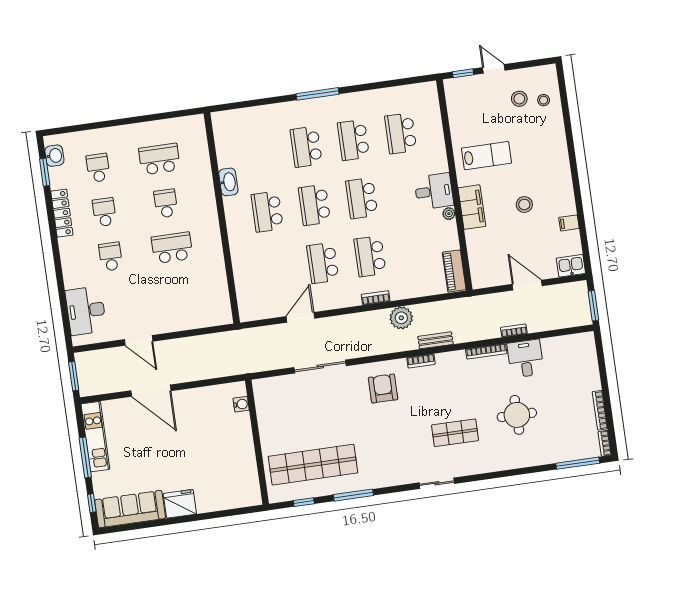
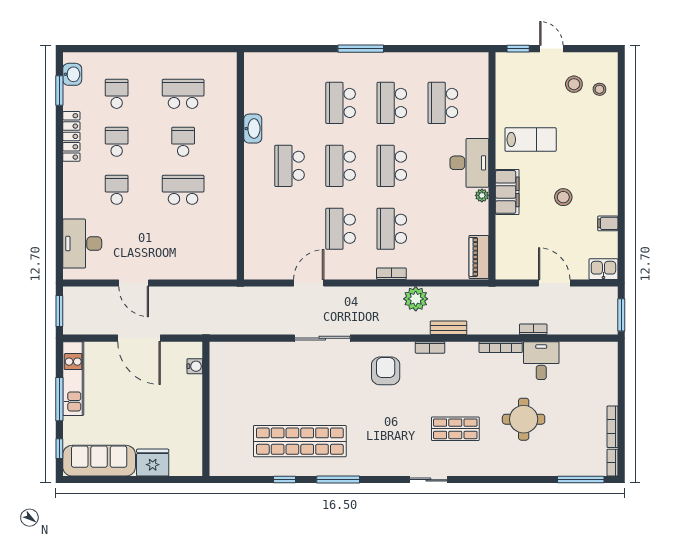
desk: (434, 191) -> (469, 163), width x1.37
water cooler: (241, 404) -> (195, 366), moved
wall: (257, 442) -> (206, 409), moved

